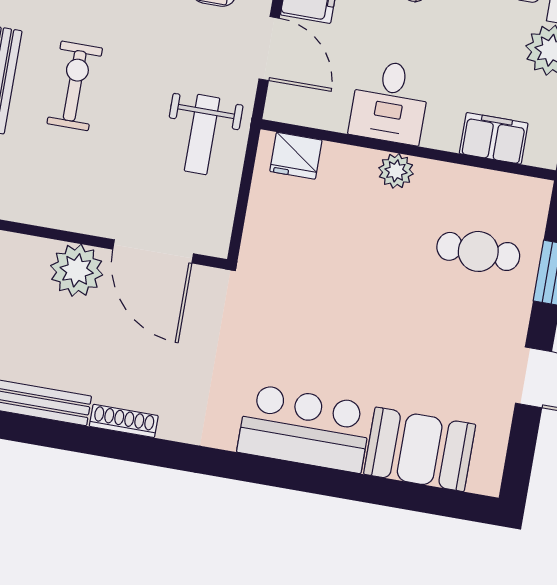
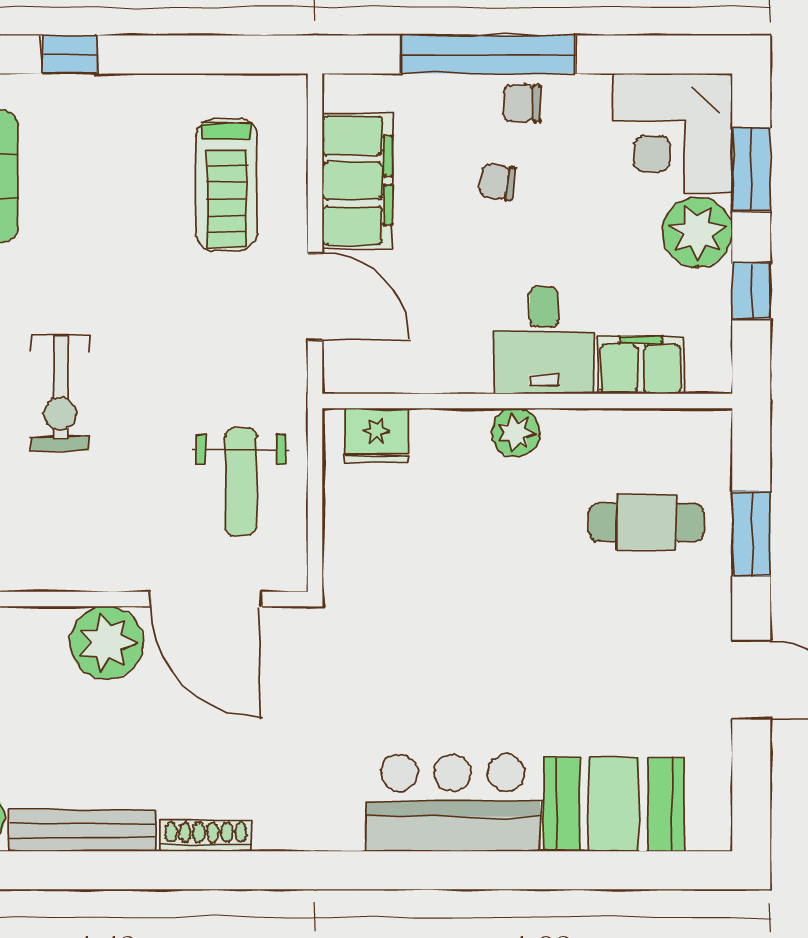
exercise bike: (75, 86) -> (60, 393), turned 180
desk: (390, 102) -> (544, 340), moved
weight bench: (202, 135) -> (241, 482), moved

